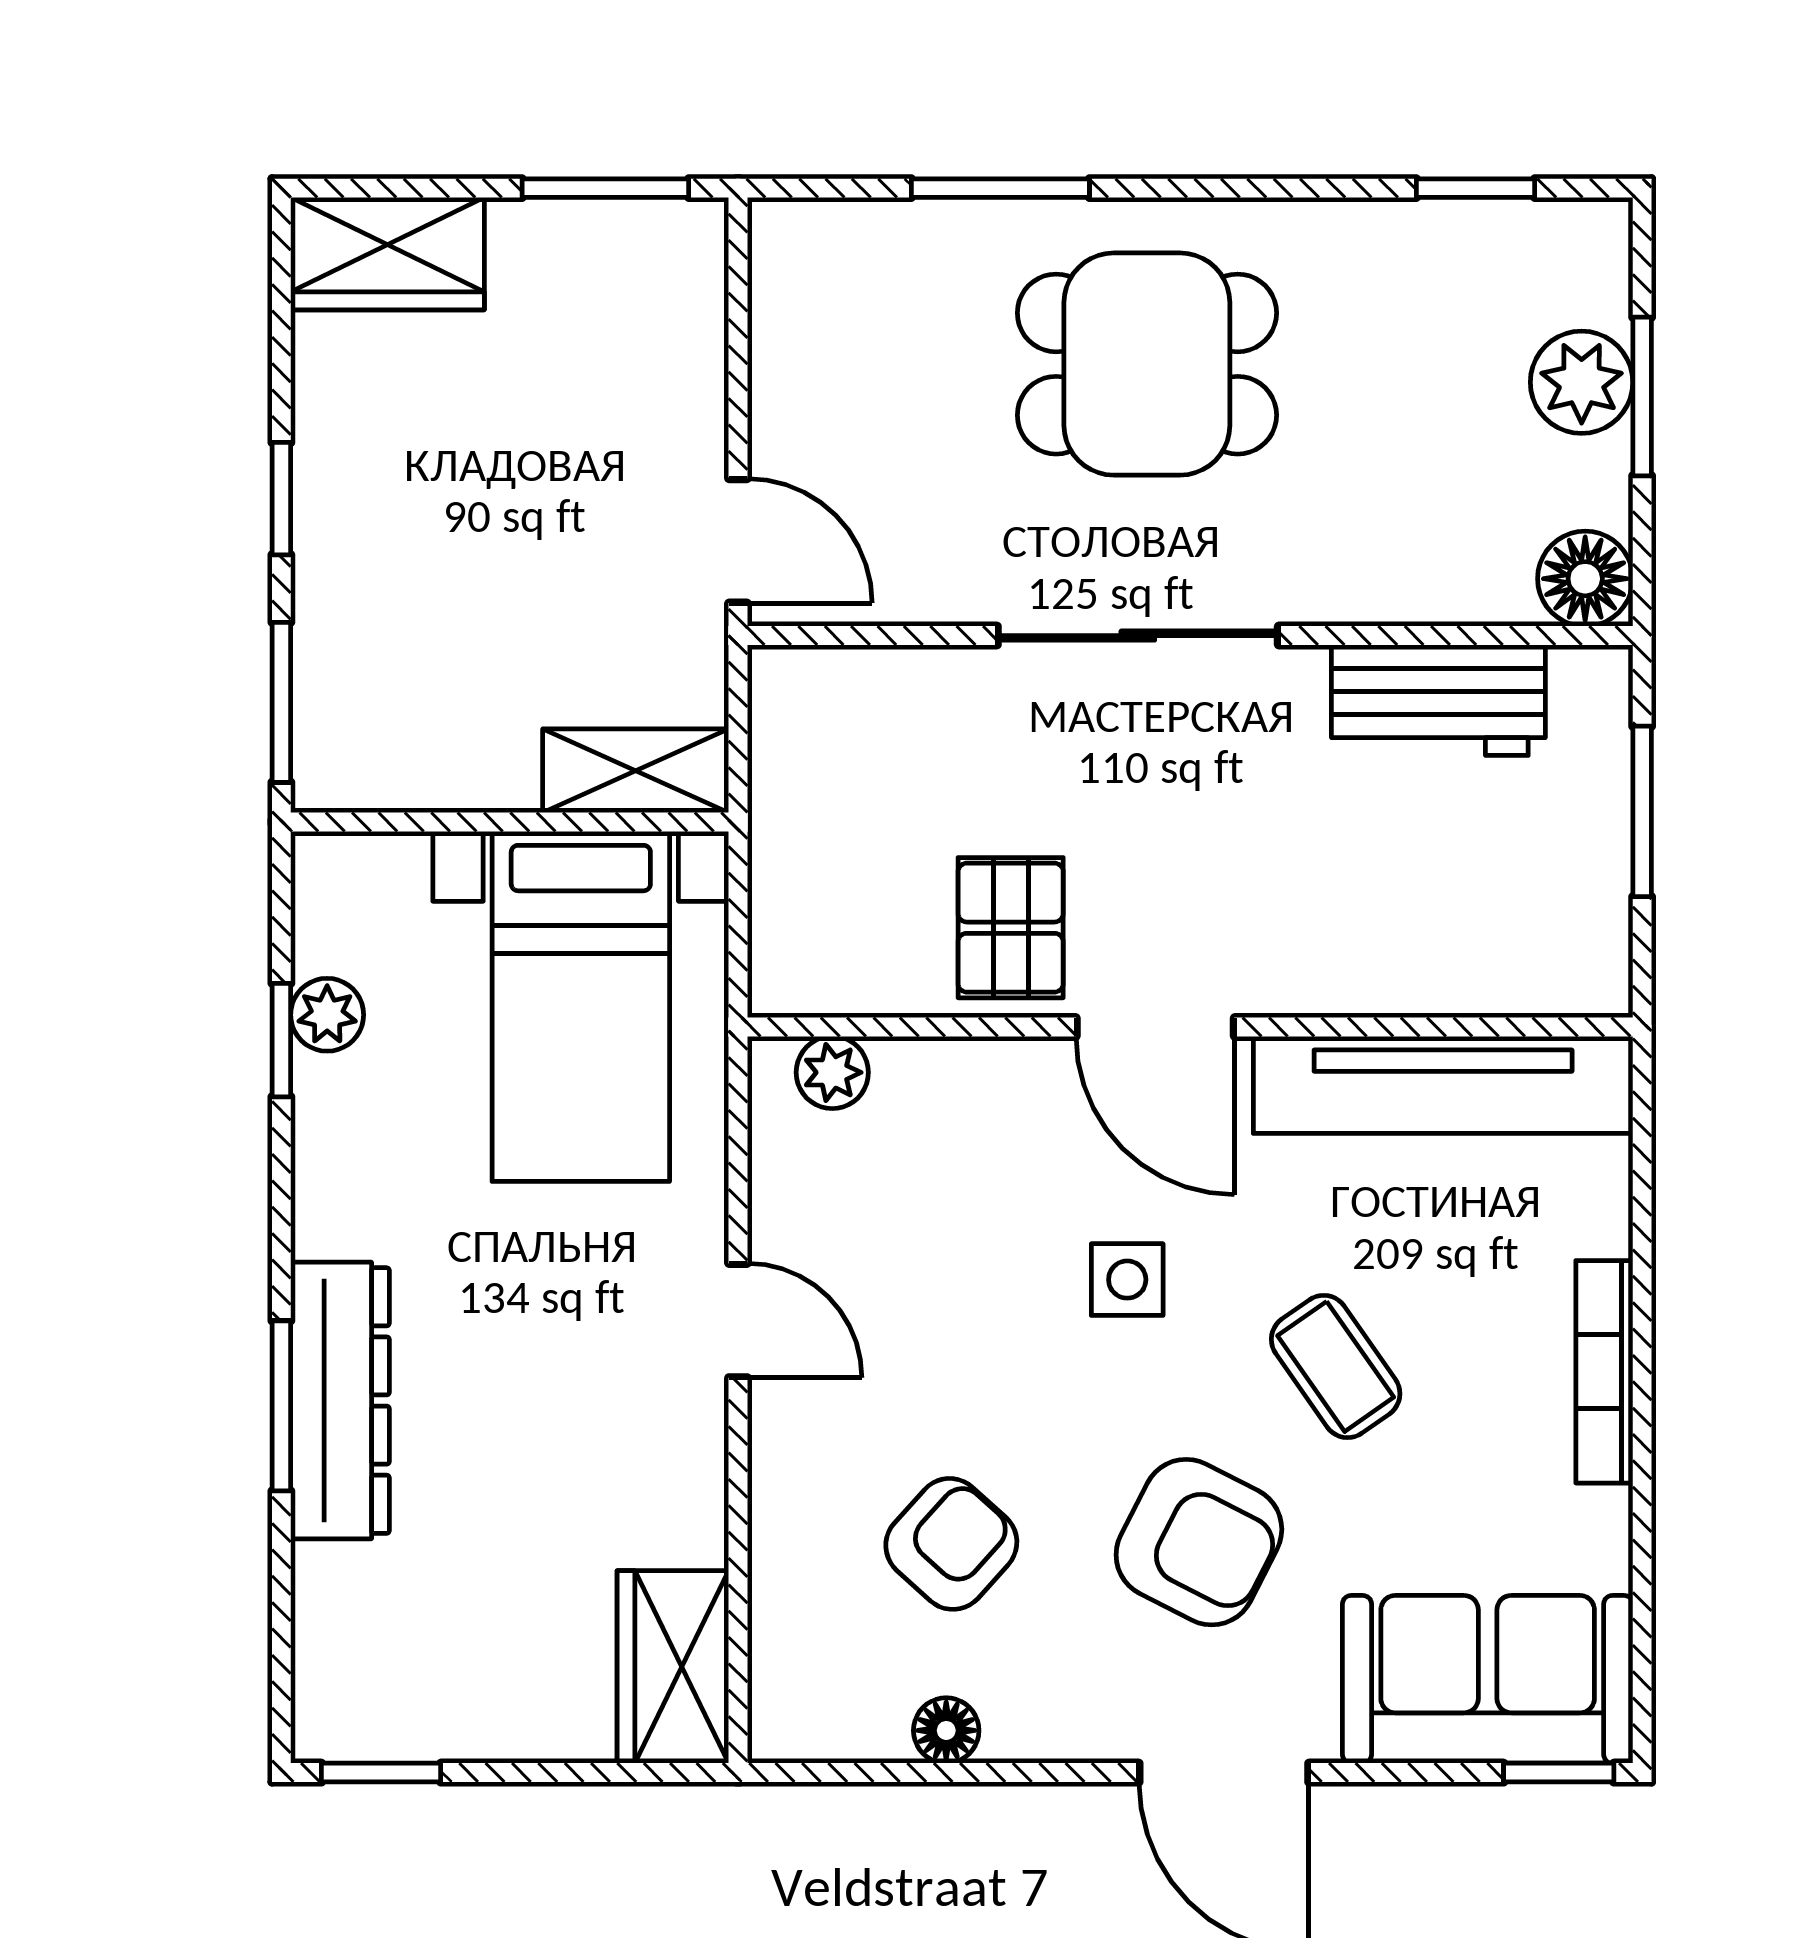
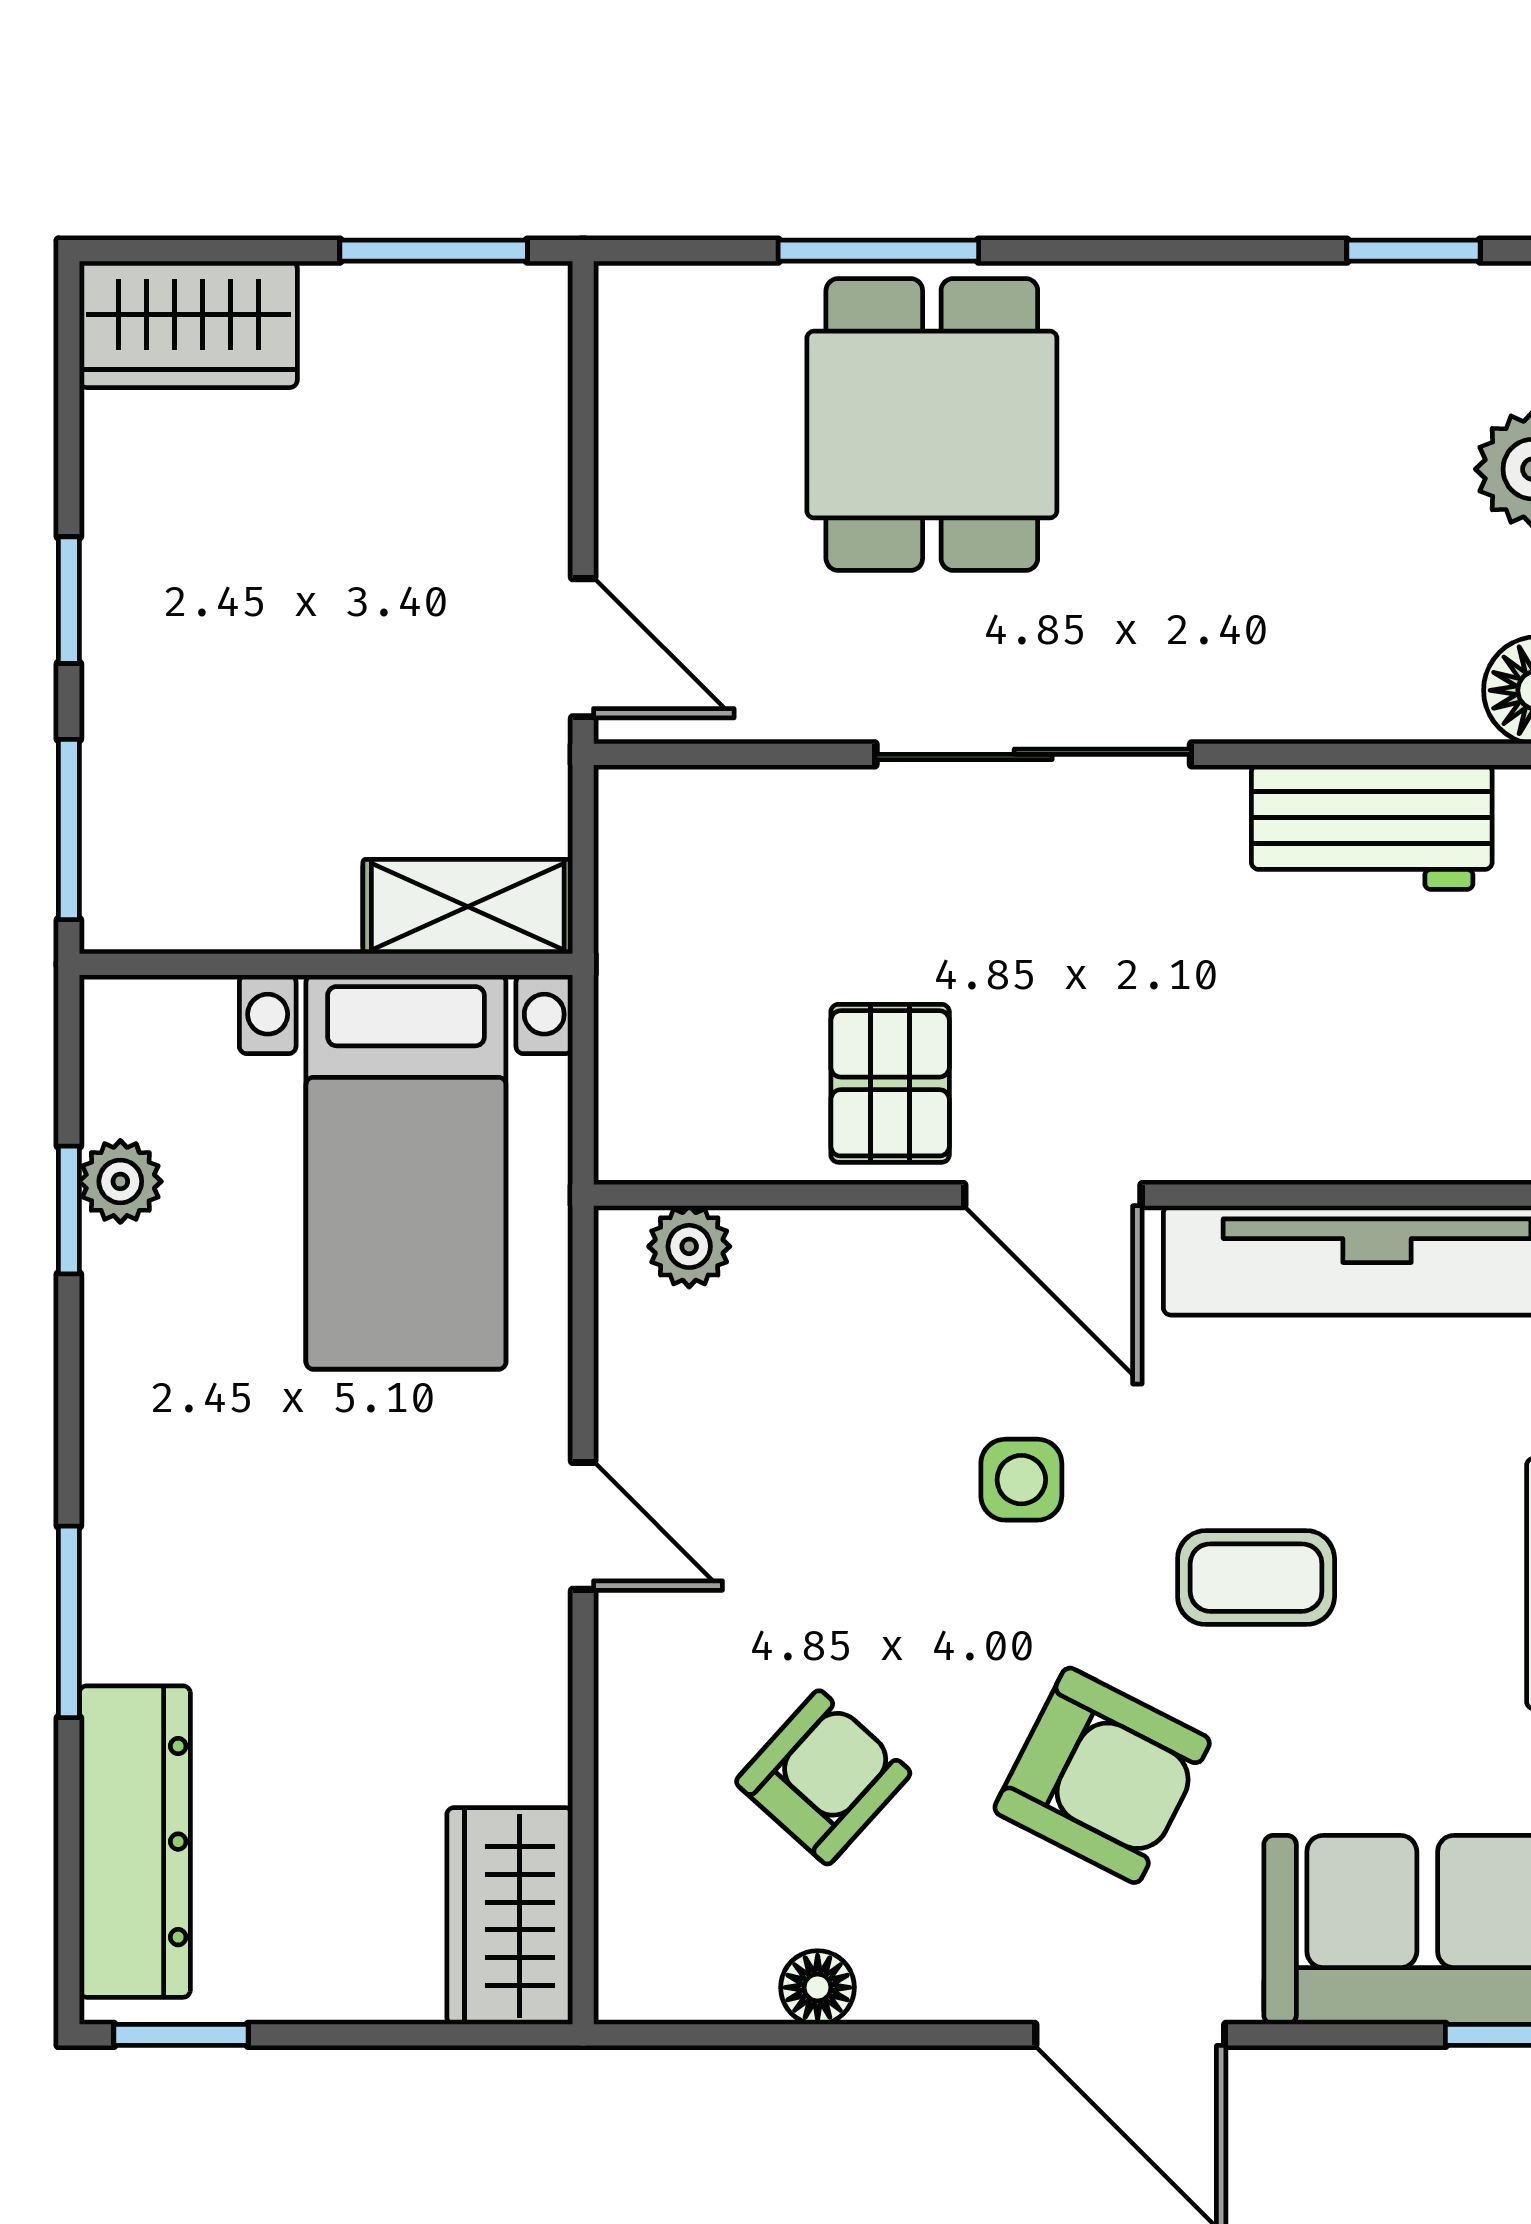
dining table: (1147, 364) -> (932, 424), moved, turned 90
coffee table: (1336, 1366) -> (1256, 1578), turned -55
dresser: (340, 1401) -> (135, 1842), moved

